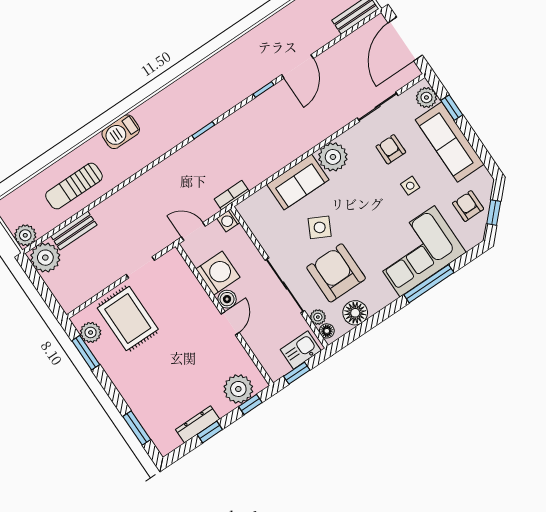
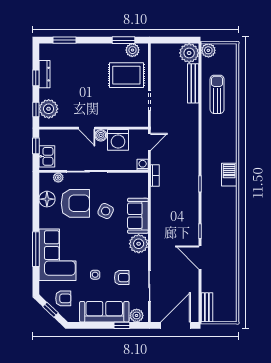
door: (405, 39) -> (176, 325), hinge flipped
barbecue: (121, 132) -> (229, 175), moved
bench: (74, 231) -> (193, 83), width x1.36
floor lamp: (327, 331) -> (48, 177), removed

